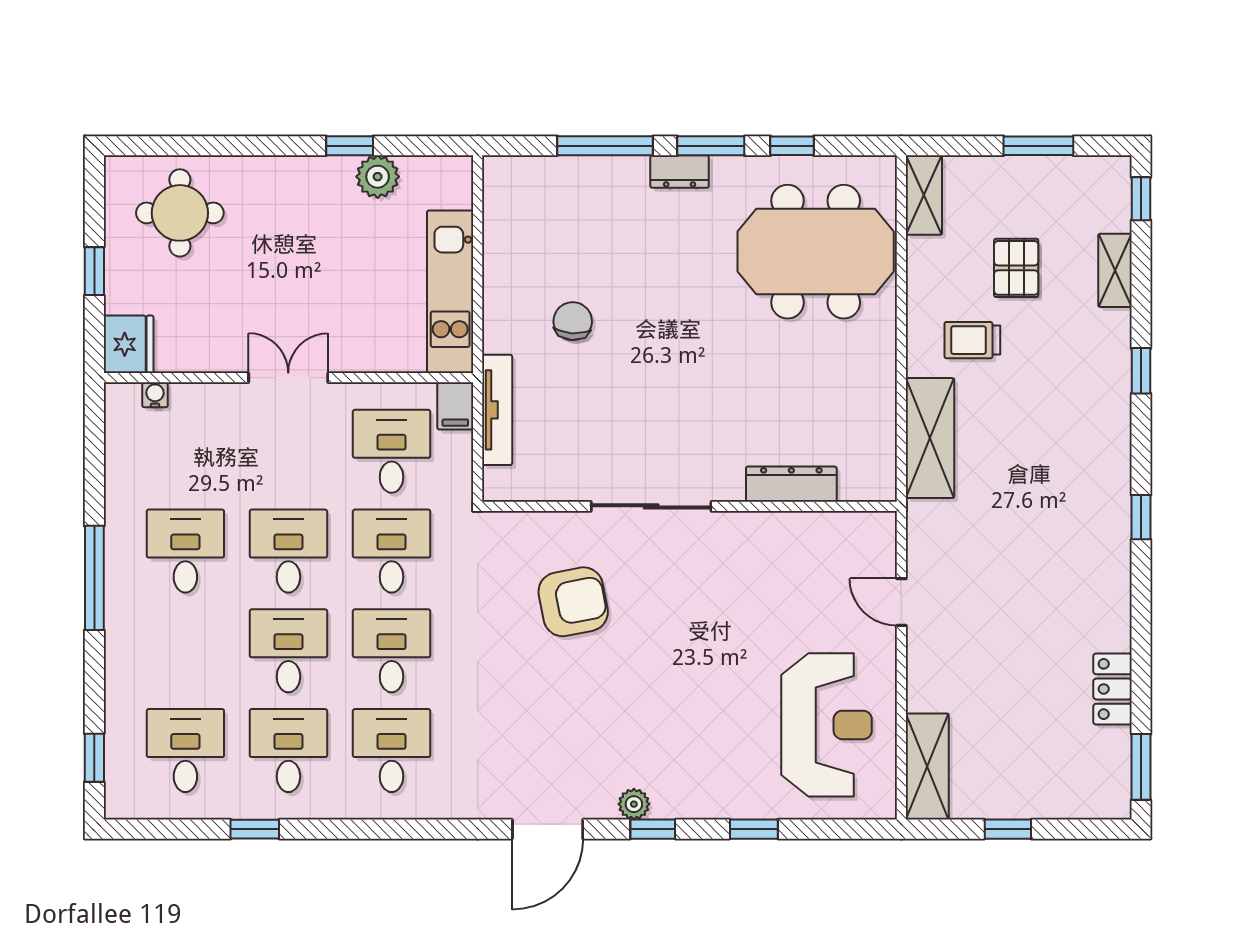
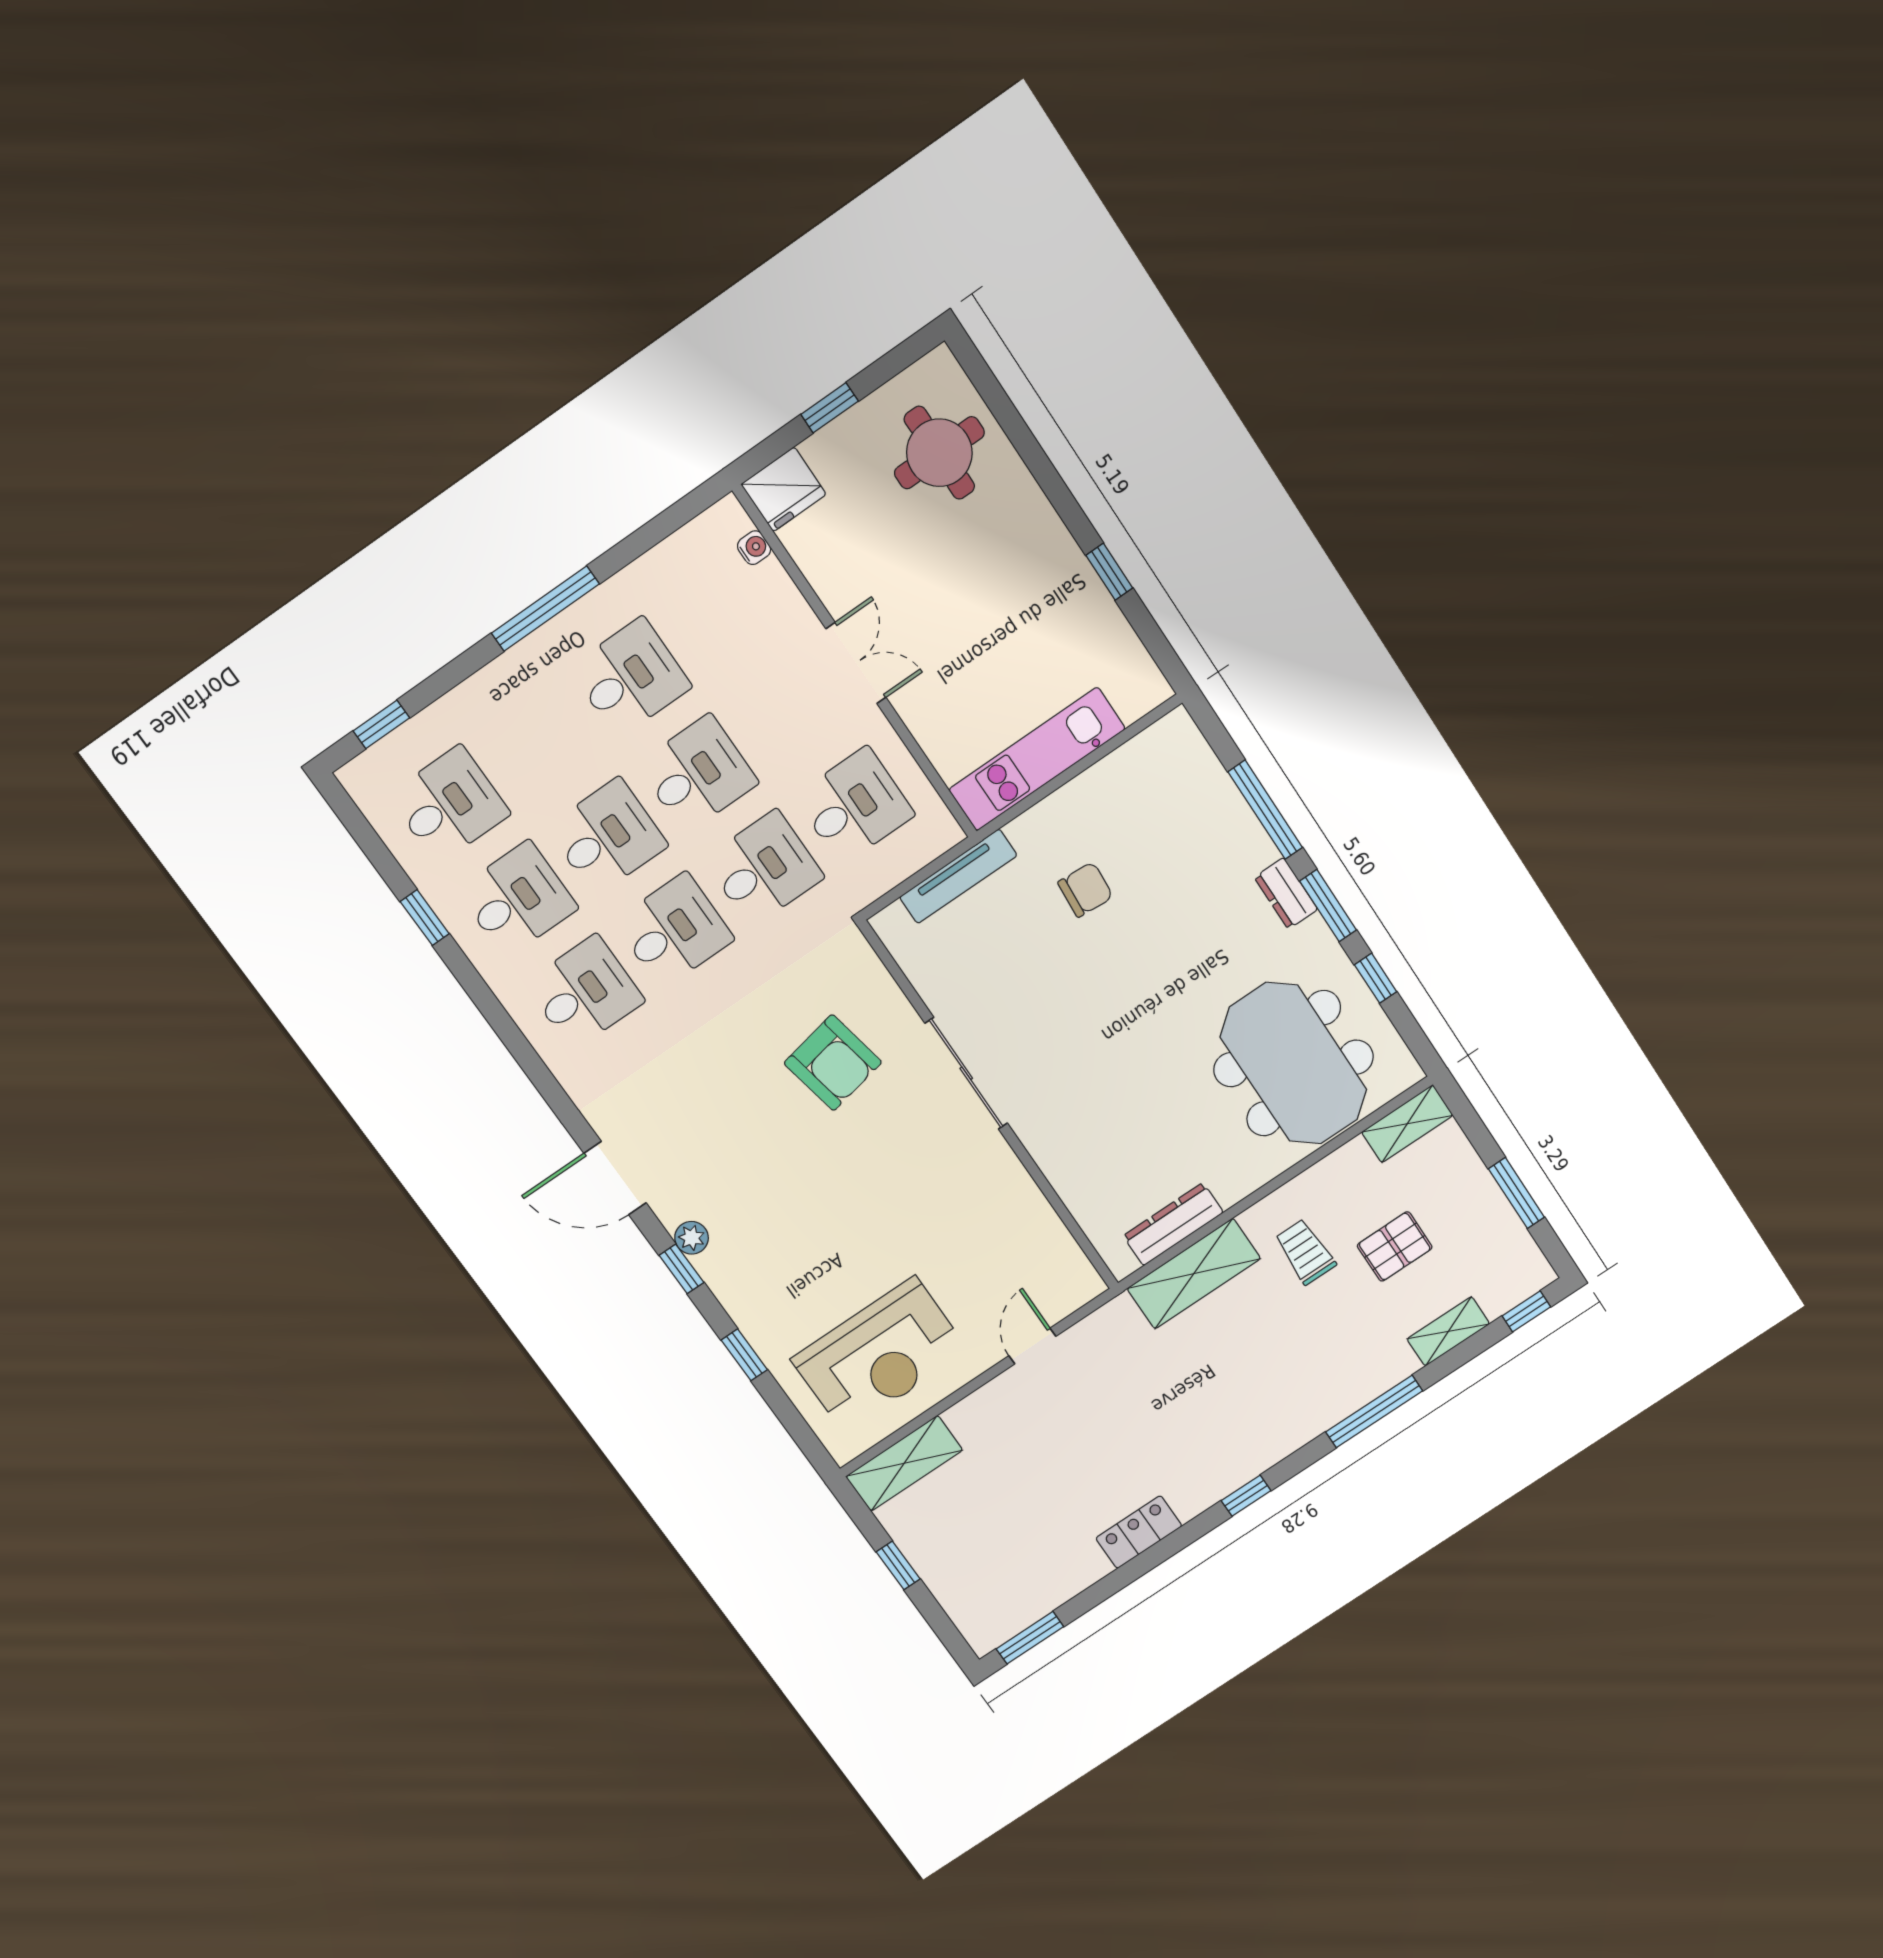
plant: (378, 177) -> (1098, 618), removed
window: (1141, 371) -> (1374, 1411), width x2.17
filing cabinet: (455, 406) -> (936, 836), removed
dresser: (791, 484) -> (1173, 1224), moved, turned -90
locker: (1112, 689) -> (1139, 1532), moved

